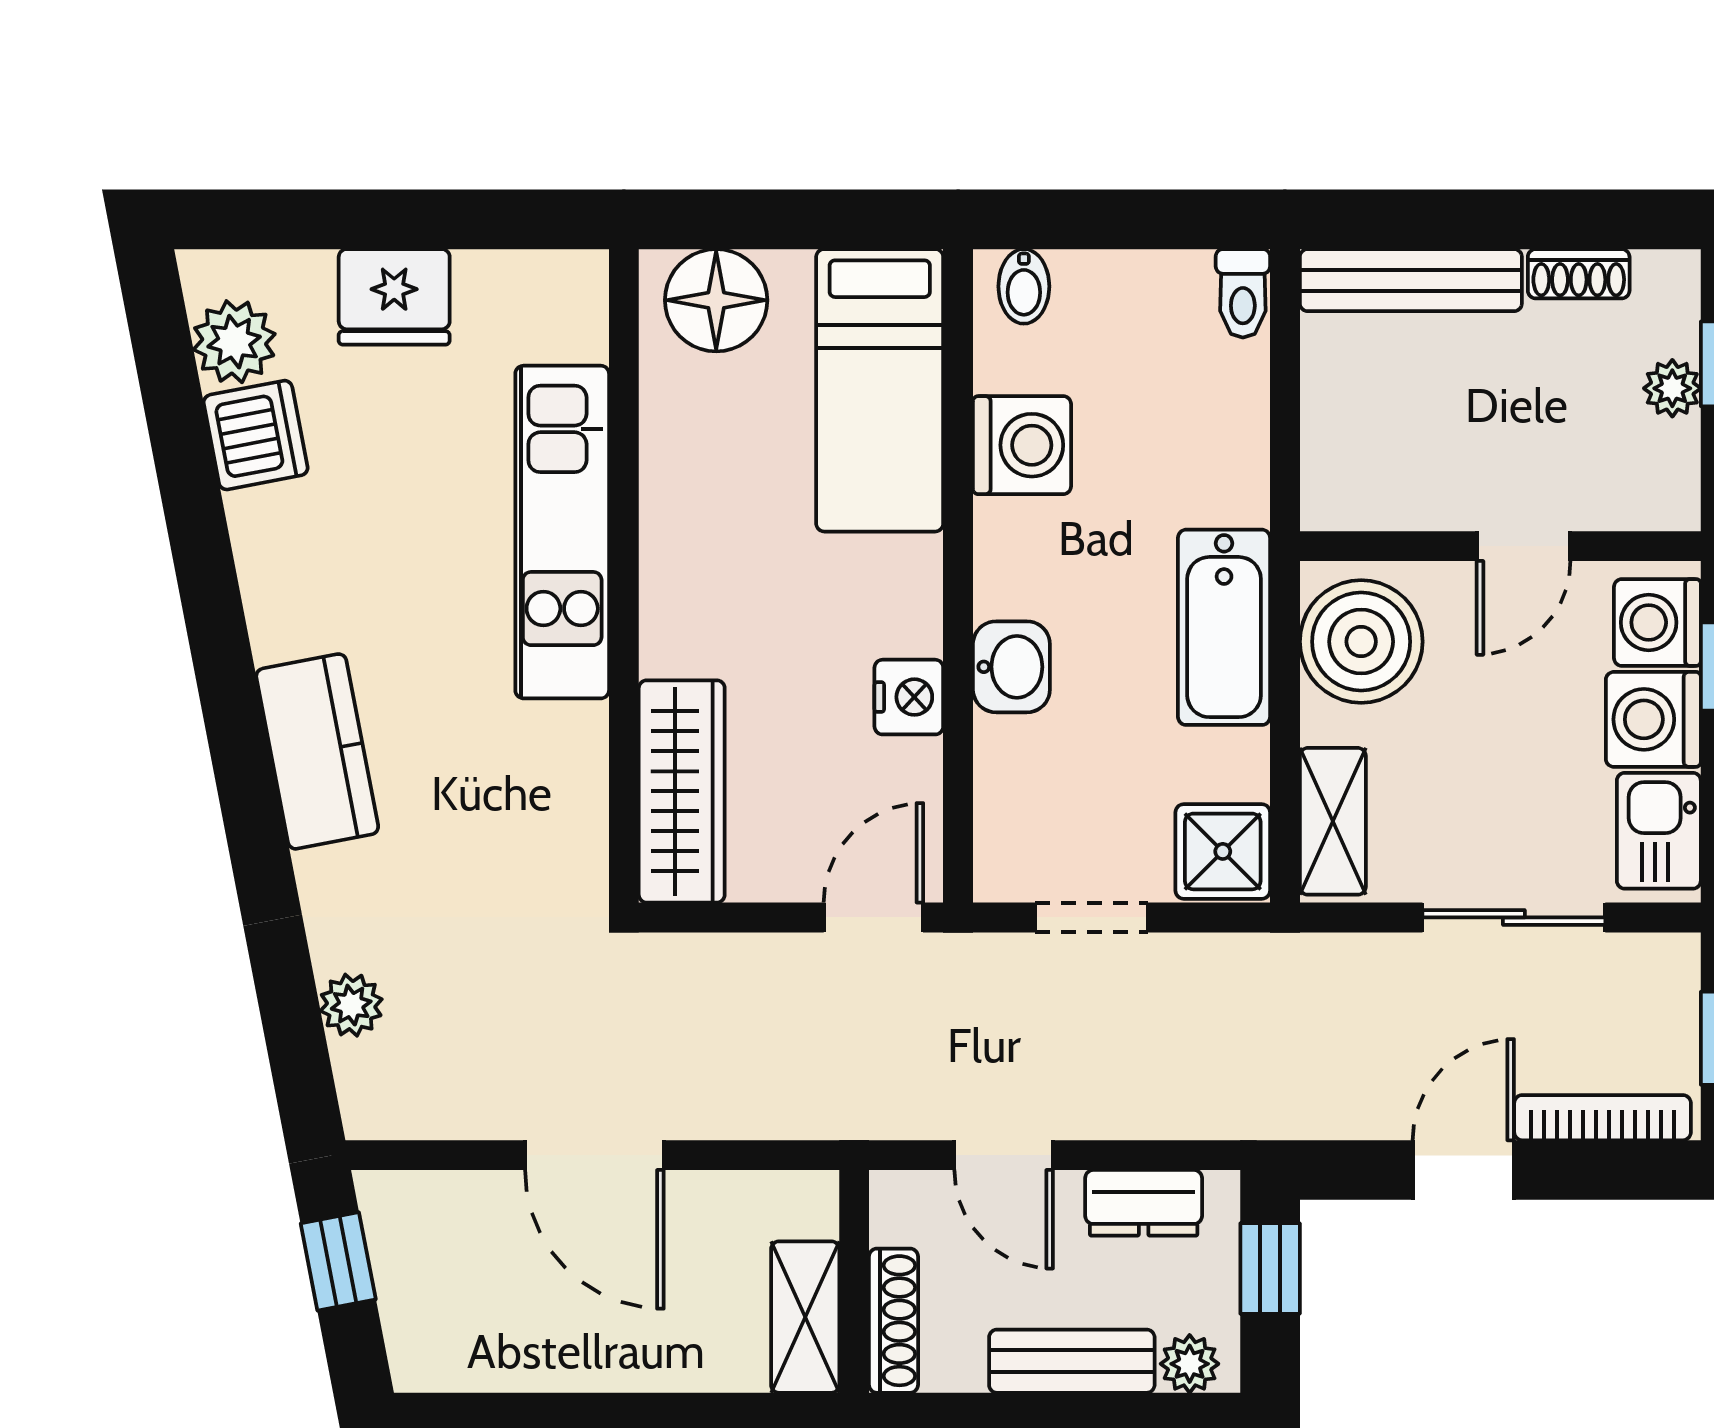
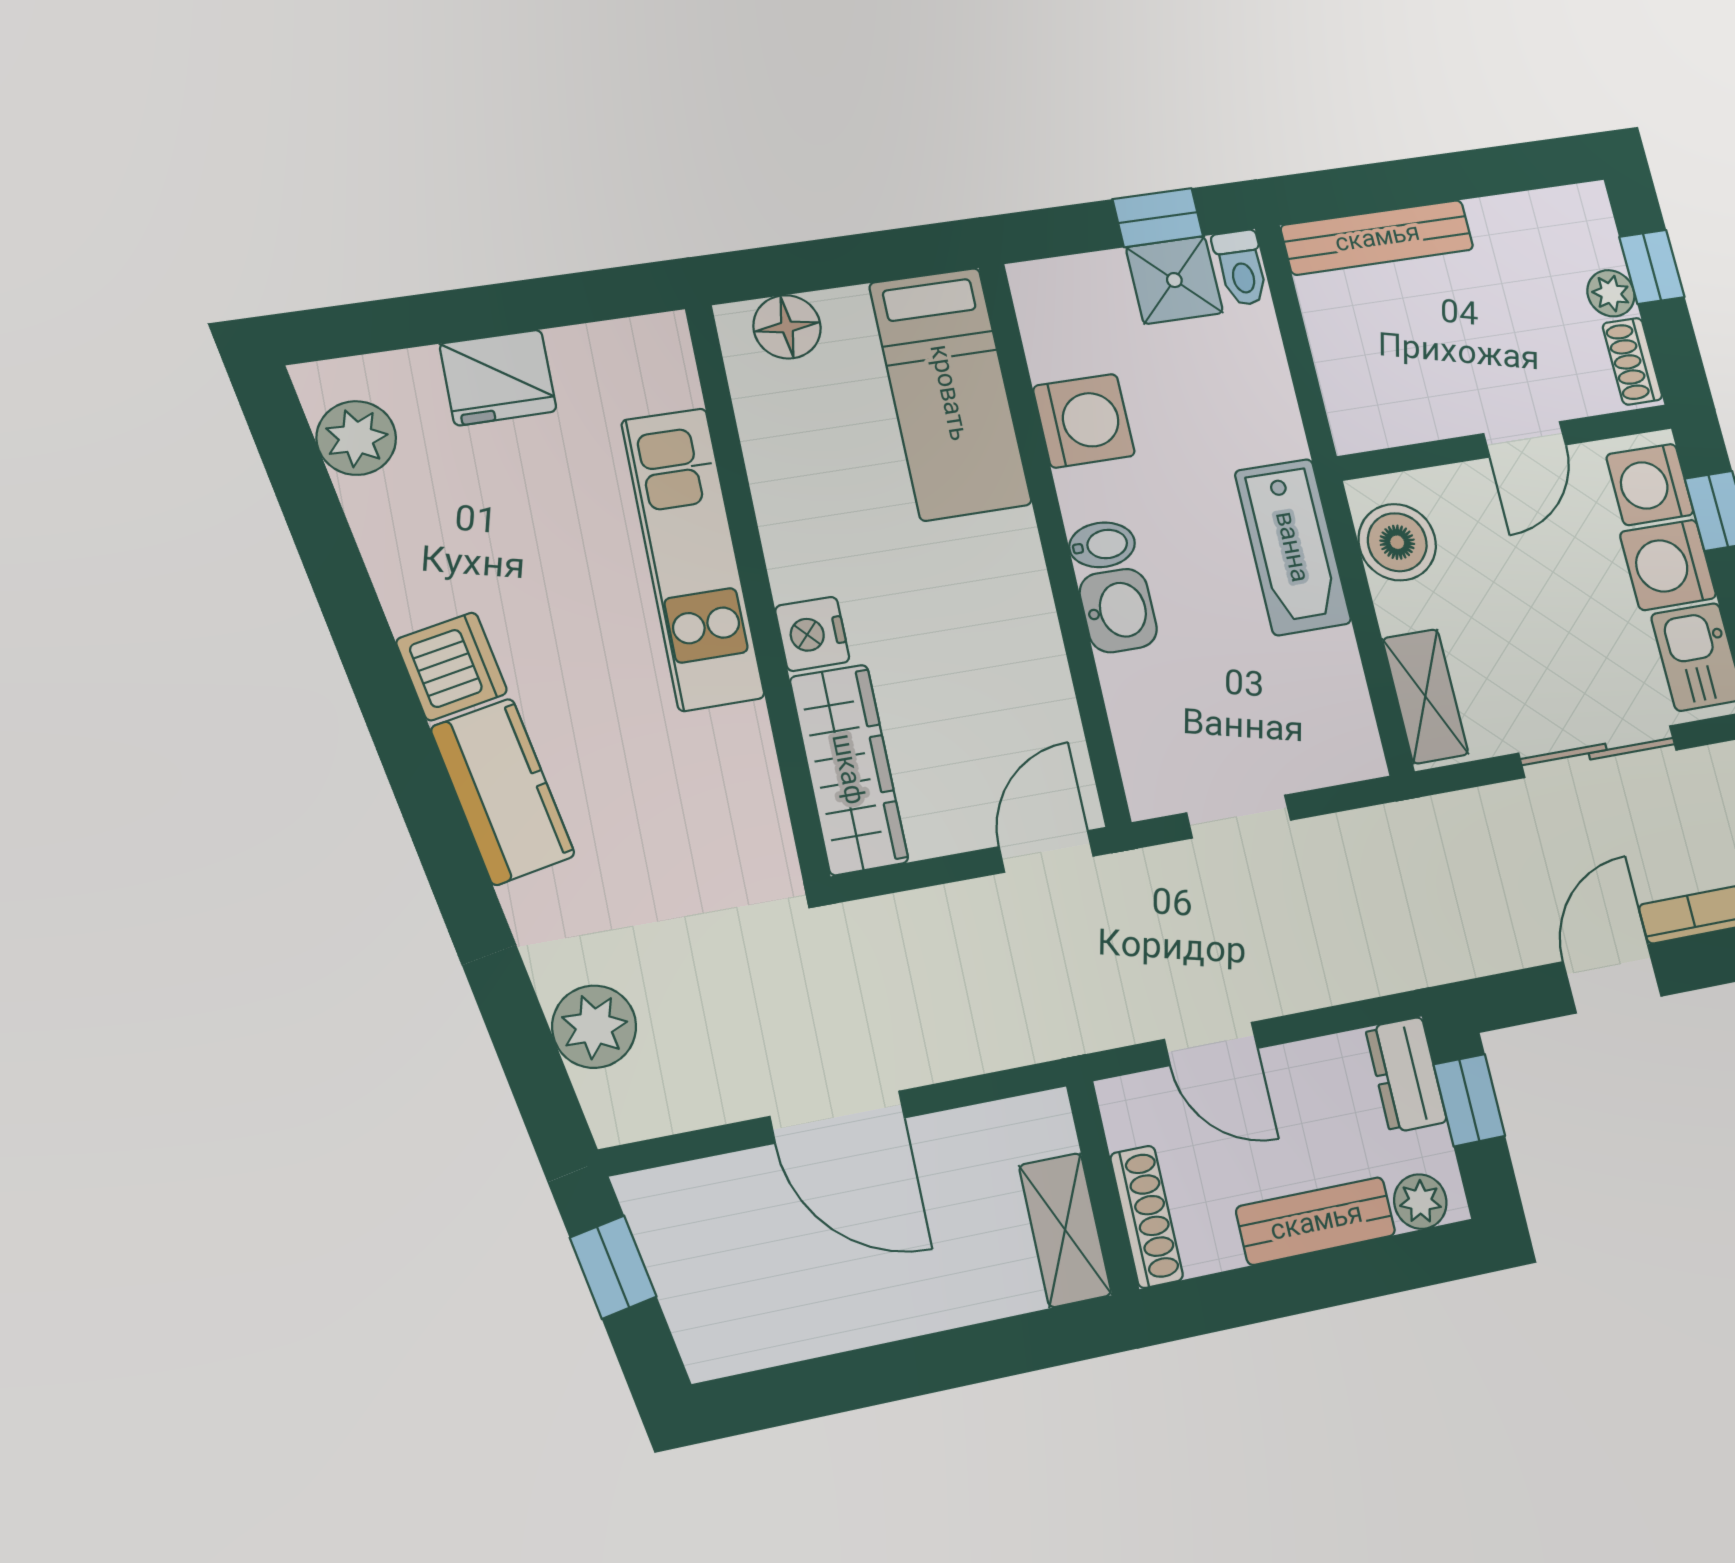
window: (1161, 219) -> (1158, 218), added
shoe rack: (1579, 274) -> (1632, 361), moved, turned 90
bidet: (1024, 286) -> (1102, 545), moved, turned -90
floor lamp: (716, 300) -> (787, 327), width x0.73, depth x0.73
dishwasher: (256, 435) -> (451, 666), moved
boiler: (1361, 642) -> (1397, 542), width x0.73, depth x0.73
nightstand: (909, 697) -> (812, 634), moved, turned 180
shower: (1223, 851) -> (1174, 280), moved
plant: (351, 1005) -> (594, 1027), width x1.38, depth x1.38
dresser: (1144, 1203) -> (1406, 1075), moved, turned 90

